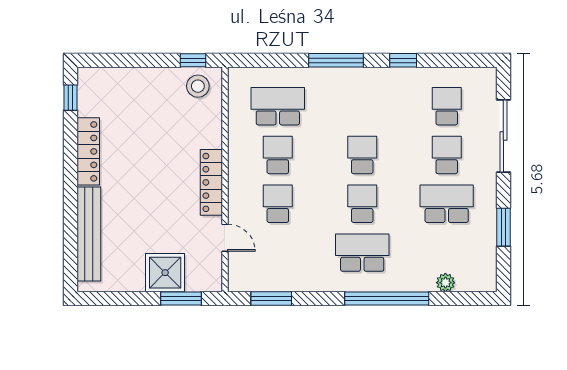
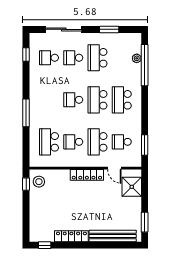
window: (403, 60) -> (26, 55), moved
school desk: (278, 204) -> (98, 142), width x1.85
school desk: (362, 204) -> (98, 100), width x1.85
door: (225, 238) -> (114, 168), swing flipped
school desk: (278, 253) -> (122, 142), added
shower: (165, 273) -> (132, 187), moved
window: (181, 299) -> (145, 222), moved
window: (387, 299) -> (145, 65), moved

